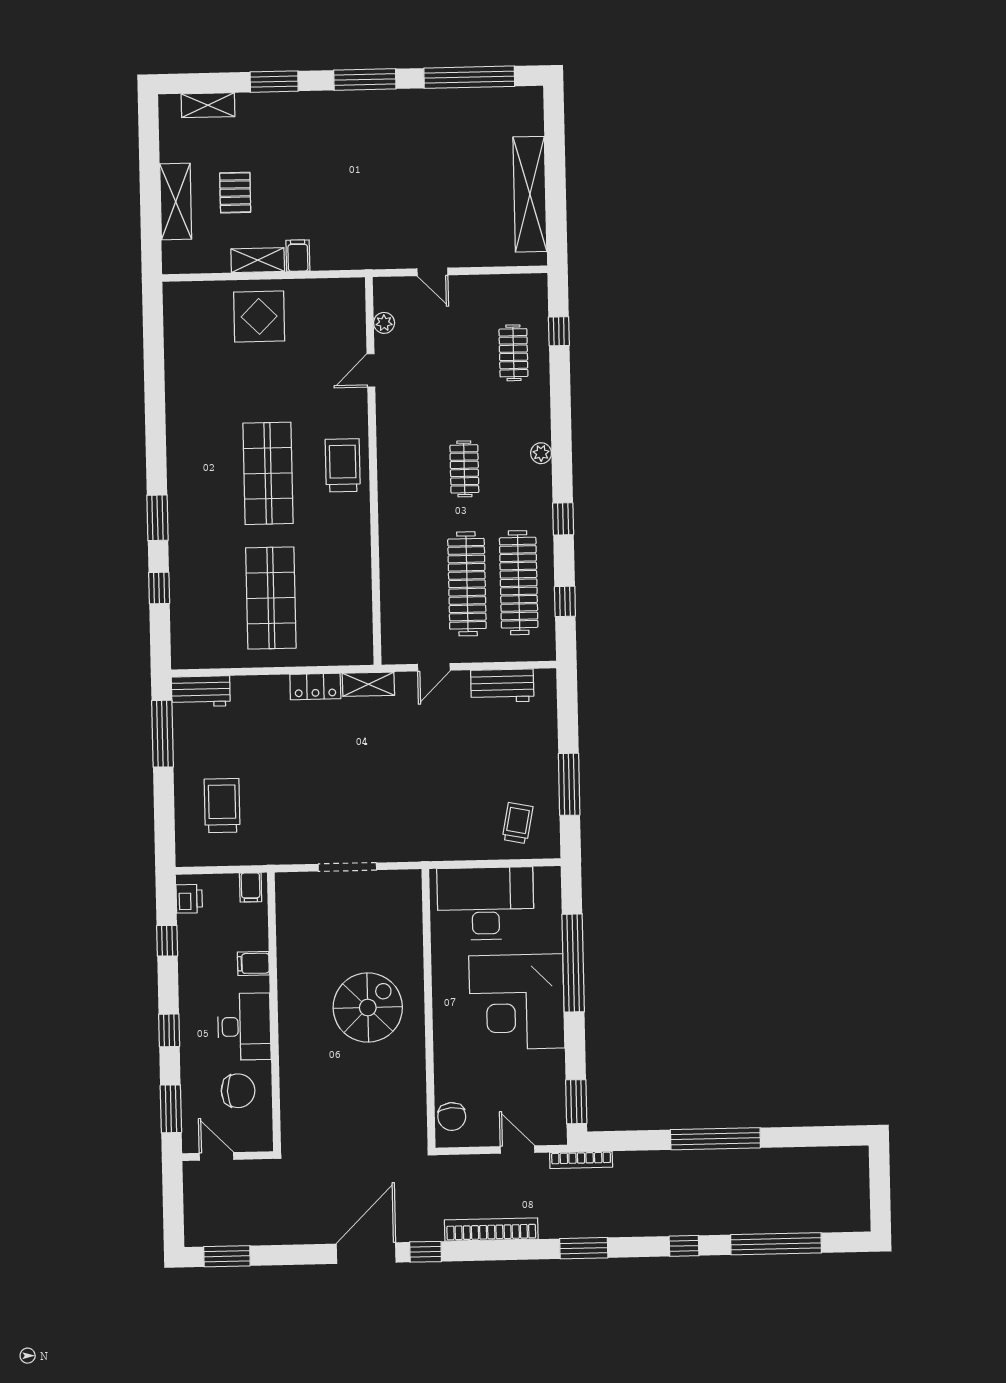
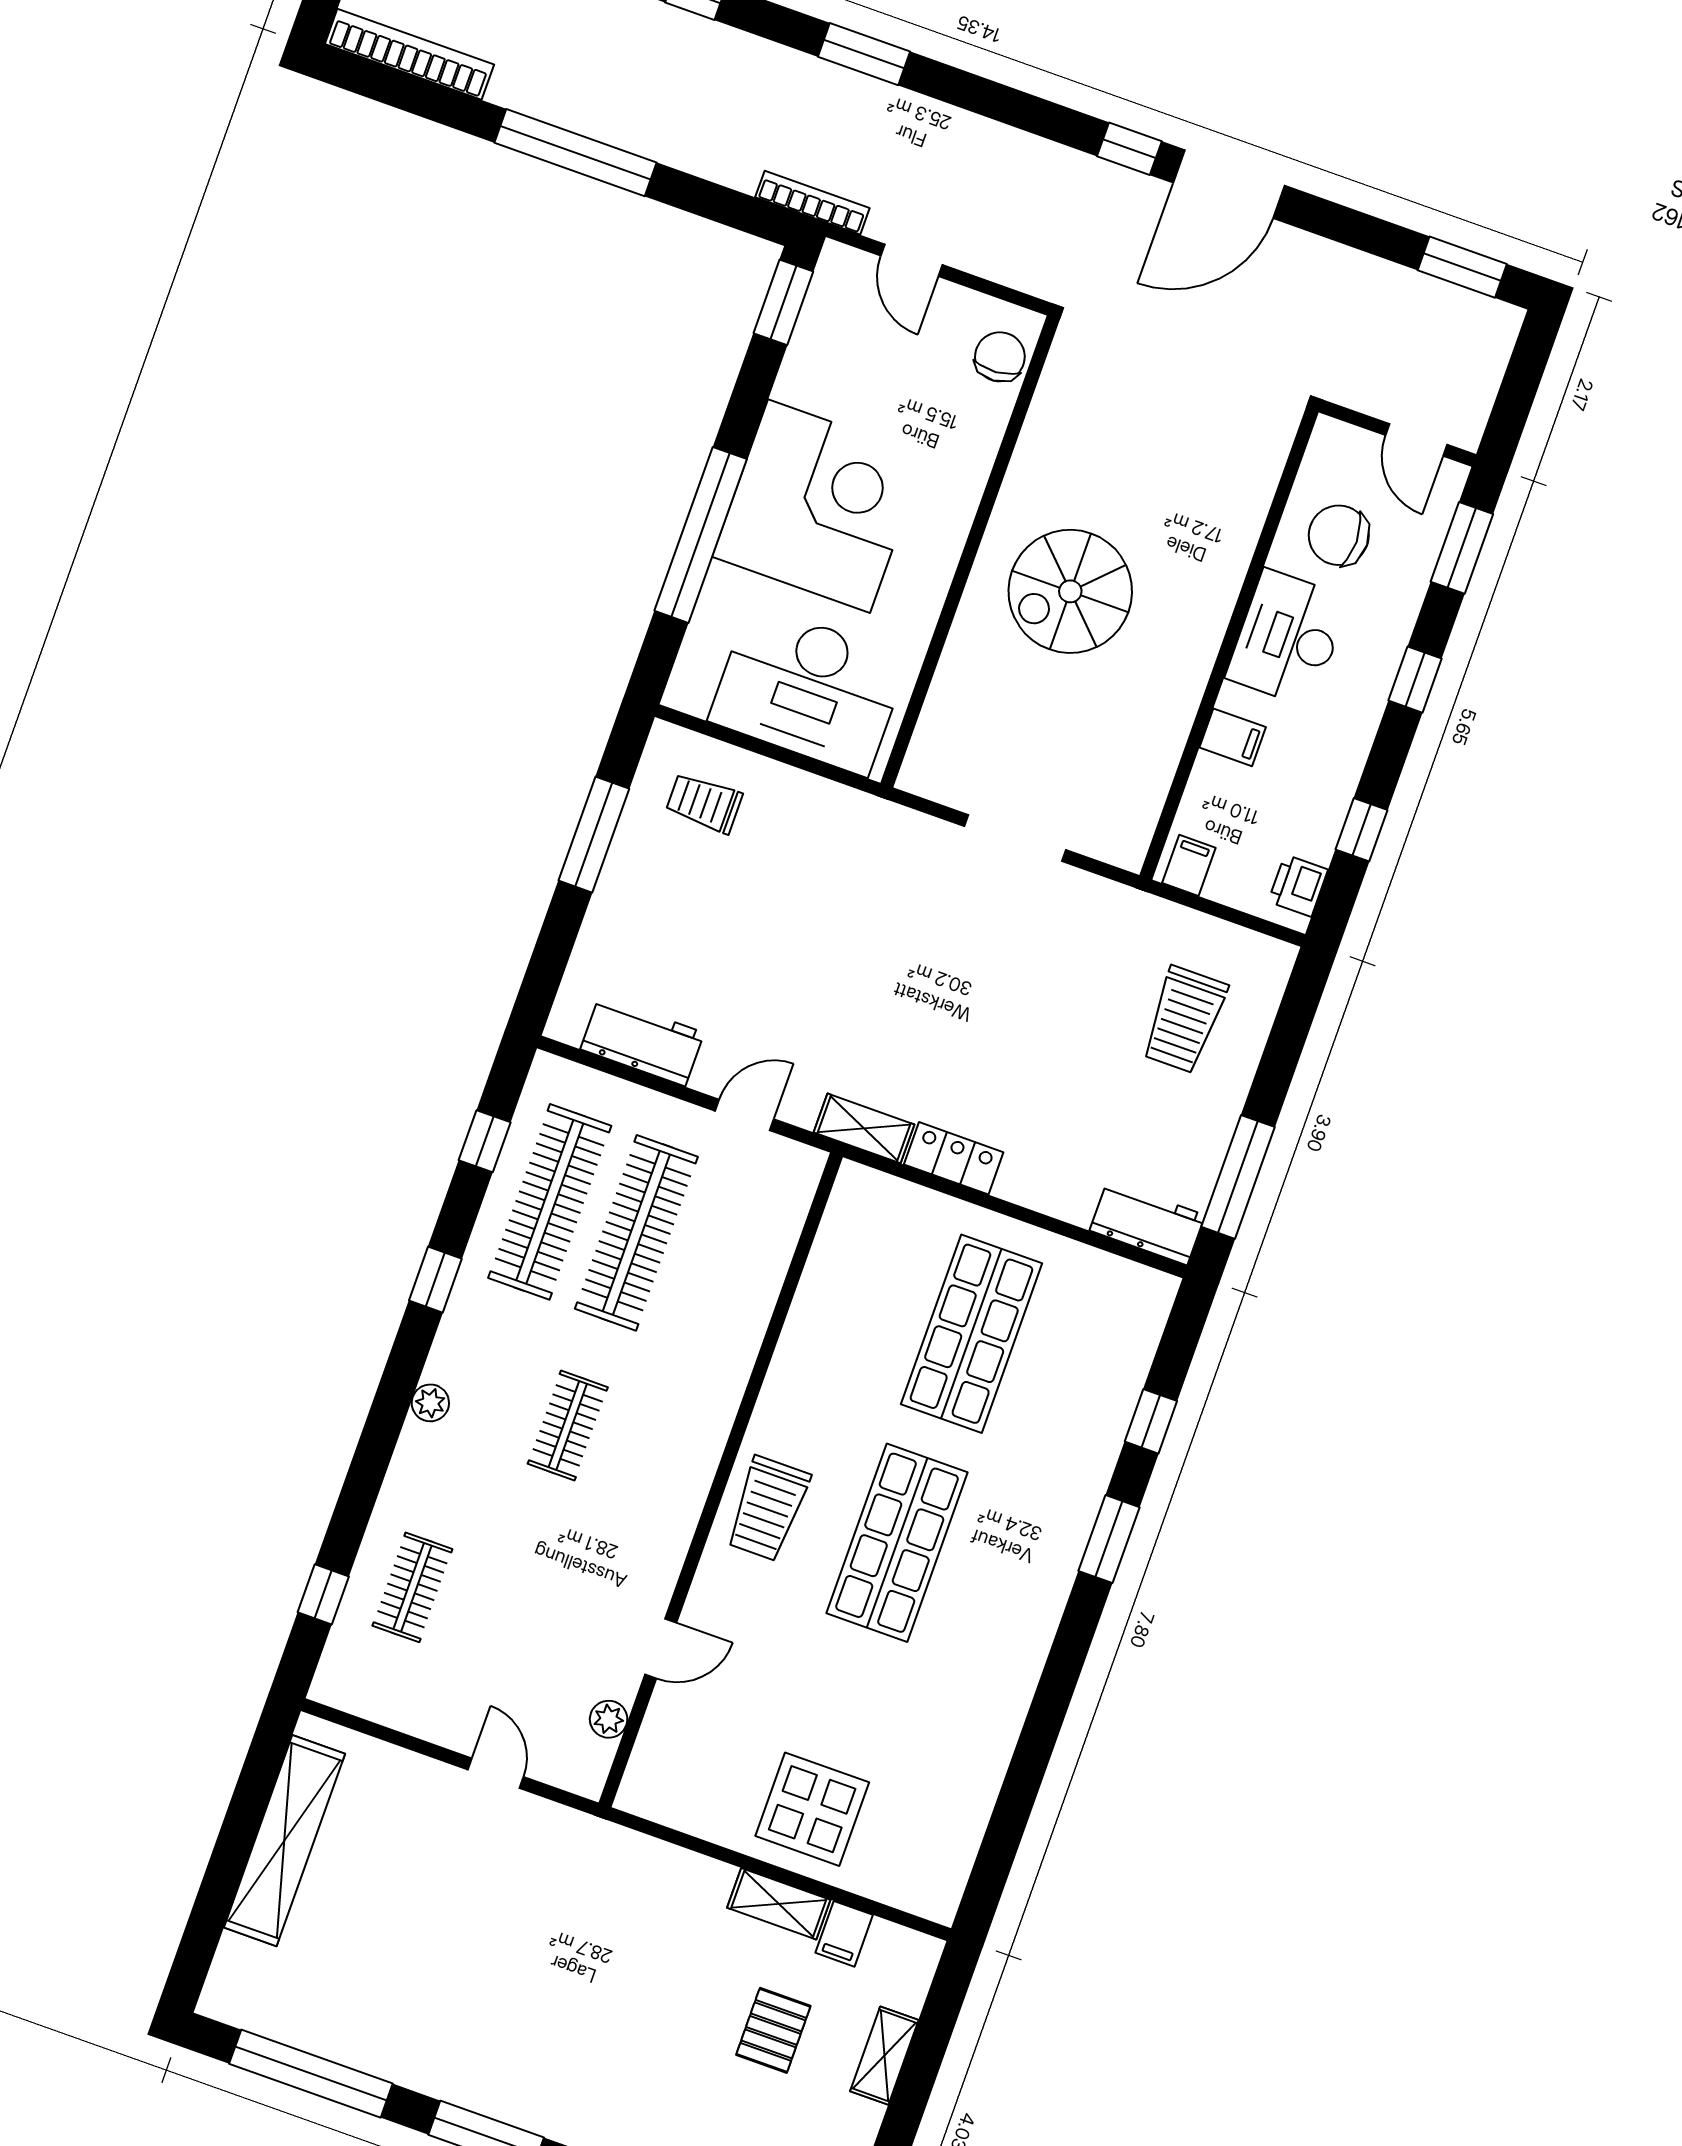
shelving: (176, 201) -> (884, 2056), width x0.67, depth x0.75
filing cabinet: (298, 256) -> (844, 1934), moved
trolley: (518, 823) -> (704, 803), turned 79
bookcase: (491, 1230) -> (409, 54), moved, turned 180

